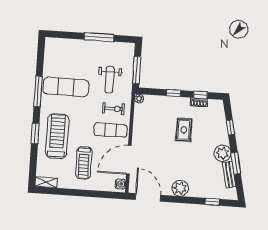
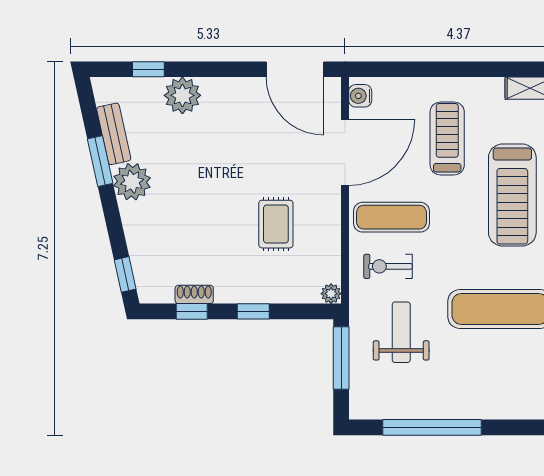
window: (99, 37) -> (432, 427), width x1.46
window: (230, 127) -> (125, 274), moved
rug: (184, 130) -> (276, 224), moved
plant: (180, 188) -> (182, 95), moved

